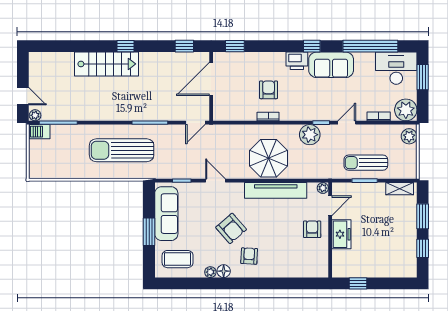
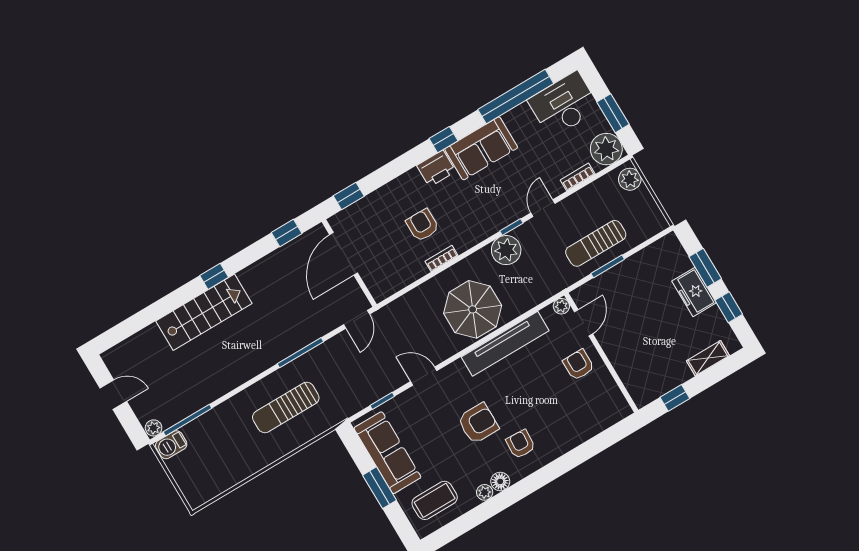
window: (423, 77) -> (613, 113), moved
door: (23, 96) -> (113, 395), moved
sun lounger: (122, 150) -> (286, 407), width x0.73, depth x0.75
shelving: (400, 189) -> (708, 358), moved
armchair: (231, 228) -> (478, 423), turned -49
freezer: (341, 234) -> (694, 292), moved, turned 180

